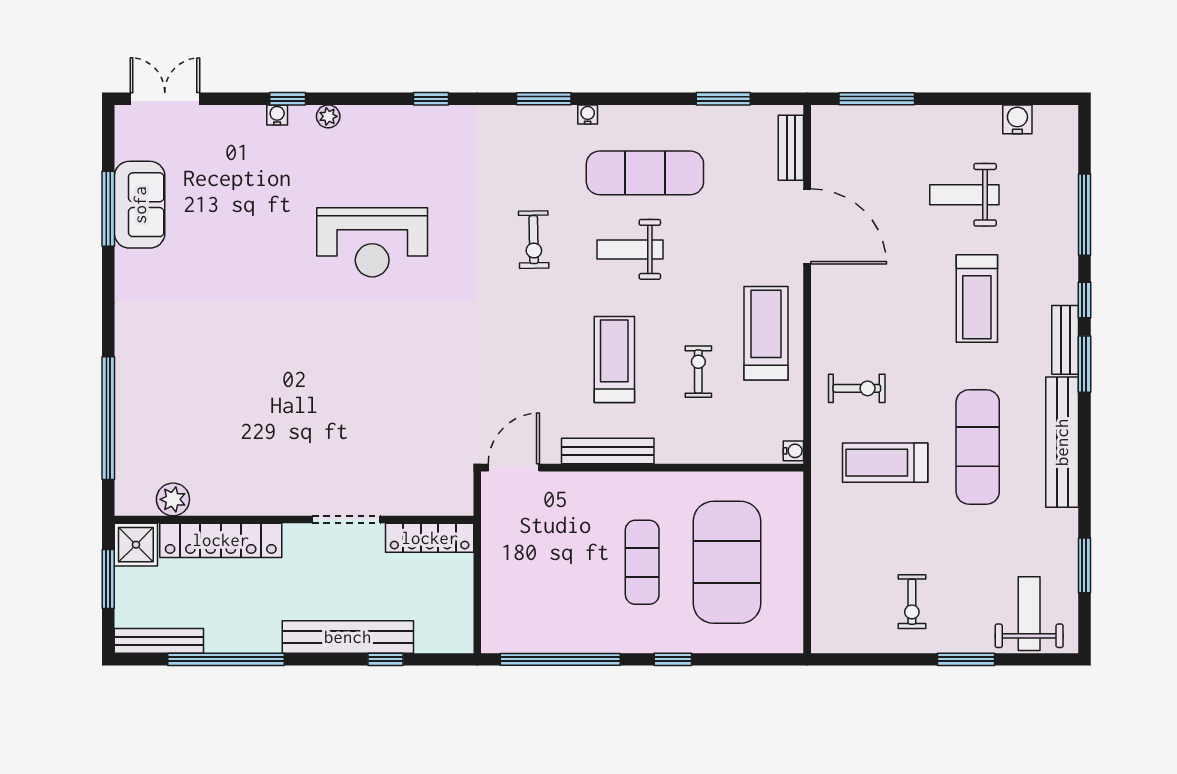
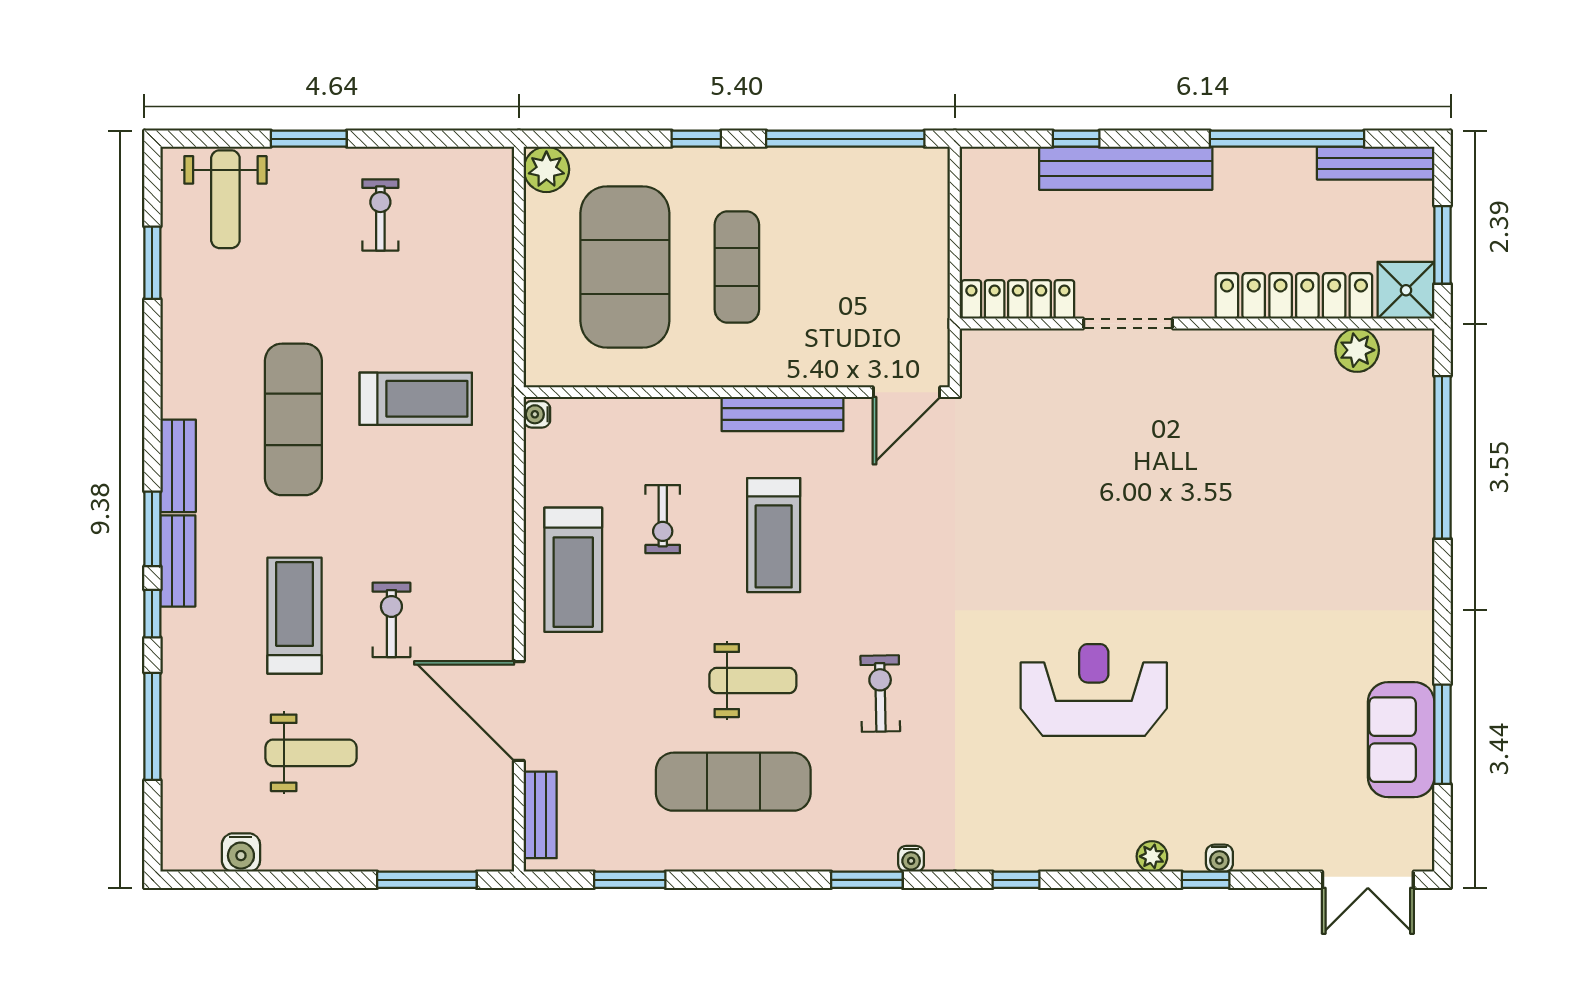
water cooler: (588, 114) -> (911, 859), moved
exercise bike: (857, 388) -> (391, 620), moved, turned 90
bench: (1062, 442) -> (178, 466), width x0.54, depth x0.82
plant: (786, 636) -> (546, 169), added

